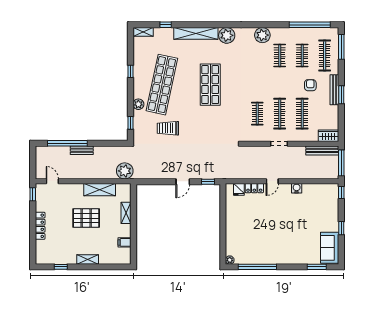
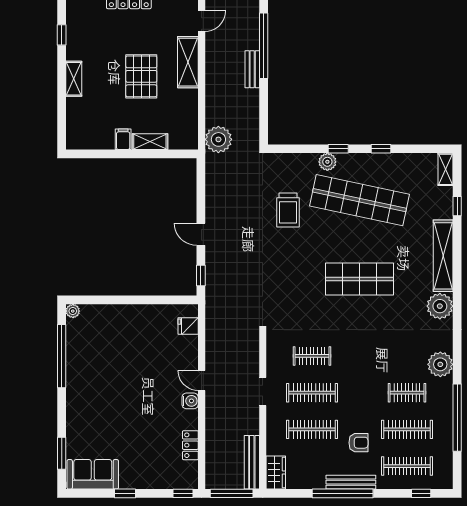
window: (310, 25) -> (457, 418), moved
window: (341, 47) -> (421, 493), width x0.46
clothes rail: (302, 55) -> (407, 429), width x1.36
window: (341, 95) -> (343, 493), width x2.11
window: (130, 123) -> (338, 149), moved
trolley: (168, 128) -> (288, 210), turned 180
locker: (254, 188) -> (190, 445), moved
water cooler: (297, 188) -> (190, 401), moved
shelving: (100, 190) -> (188, 62), moved
filing cabinet: (125, 242) -> (123, 139), moved

